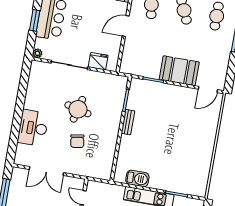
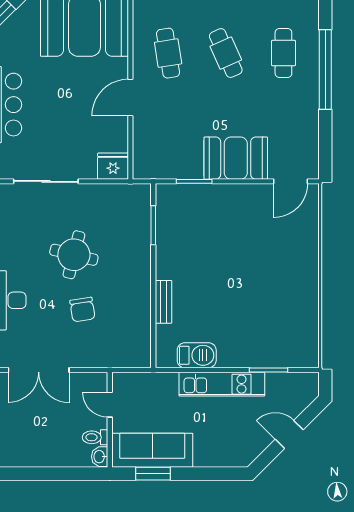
fridge: (98, 61) -> (113, 166), moved
bench: (128, 122) -> (163, 302), moved

